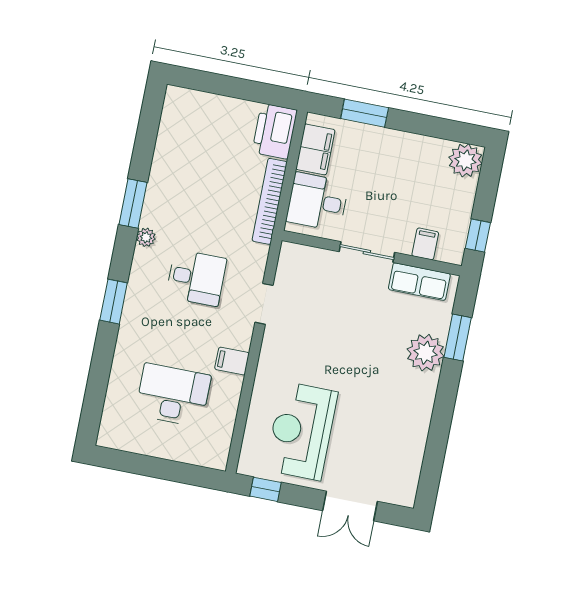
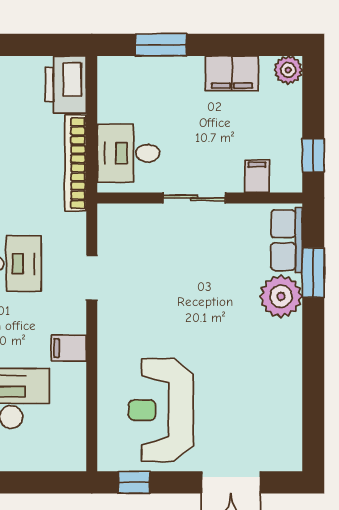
filing cabinet: (315, 149) -> (232, 73), moved, turned 90
plant: (465, 160) -> (288, 70), width x0.73, depth x0.73
row of seats: (419, 282) -> (287, 240), moved, turned 90

